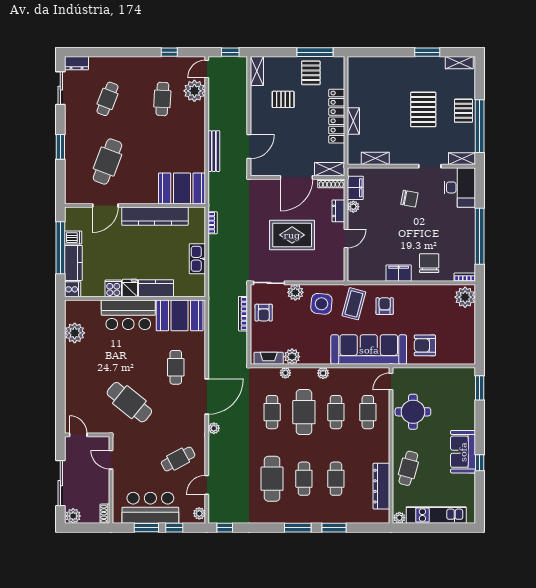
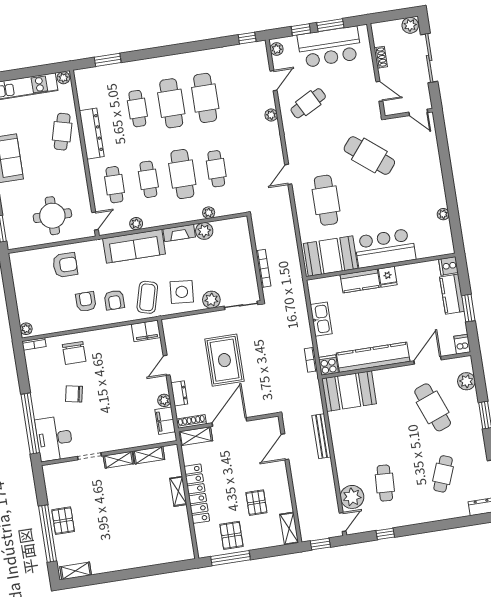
window: (427, 52) -> (111, 577), removed
pallet: (283, 99) -> (256, 503), turned 90
pallet: (423, 109) -> (106, 515), removed
window: (480, 126) -> (48, 534), moved
shelving: (462, 159) -> (119, 460), moved
cafe table: (107, 162) -> (433, 407), turned -42
plant: (73, 181) -> (466, 381), added
chair: (409, 199) -> (74, 394), moved
rug: (292, 235) -> (224, 360), turned 90
window: (480, 236) -> (30, 423), moved
dishwasher: (73, 238) -> (462, 344), moved, turned 90
window: (60, 248) -> (468, 308), width x0.47
filing cabinet: (399, 273) -> (146, 331), moved
cooker: (113, 288) -> (328, 365), moved, turned 180
plant: (465, 297) -> (26, 329), width x0.53, depth x0.53
armchair: (264, 313) -> (86, 302), moved
plant: (75, 333) -> (443, 214), width x0.53, depth x0.53
sofa: (369, 350) -> (134, 246), width x0.74, depth x0.79
fireplace: (269, 358) -> (179, 233), moved
cafe table: (176, 367) -> (326, 200), width x1.37, depth x1.35
plant: (323, 373) -> (136, 224), moved
door: (207, 397) -> (288, 174), width x0.53
round table: (413, 412) -> (52, 216), moved
plant: (214, 428) -> (271, 115), moved
cafe table: (304, 479) -> (171, 103), width x1.37, depth x1.35
dresser: (381, 486) -> (92, 134), moved
shoe rack: (105, 514) -> (381, 57), moved
window: (298, 528) -> (170, 50), removed
window: (334, 528) -> (108, 60), moved

